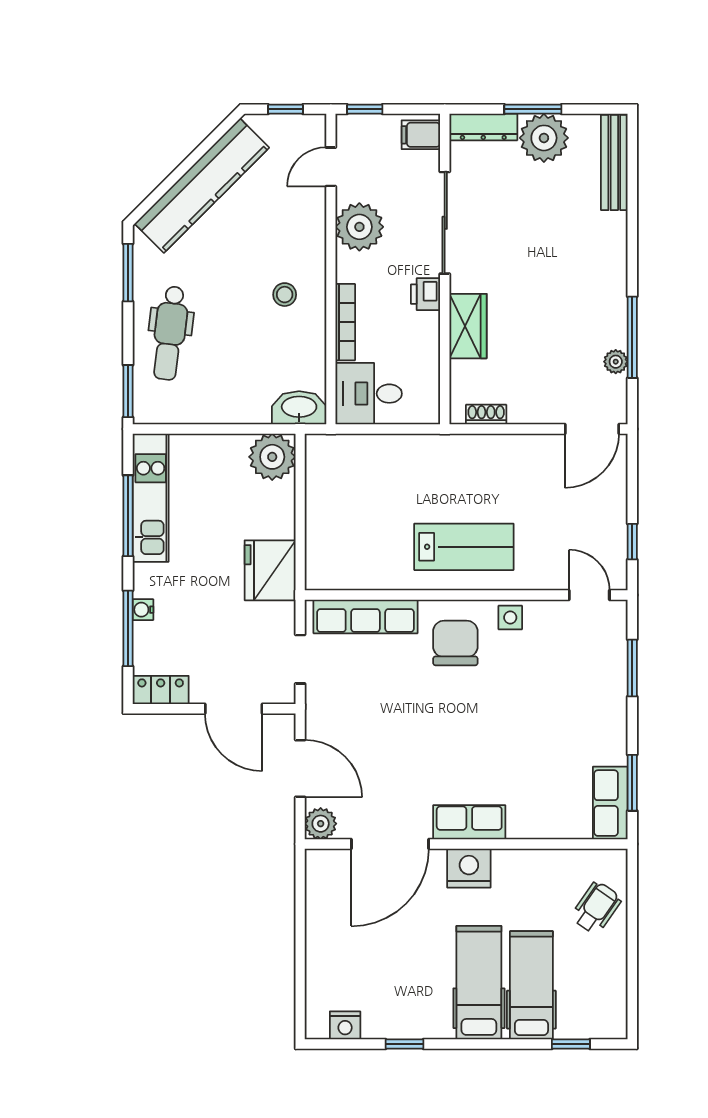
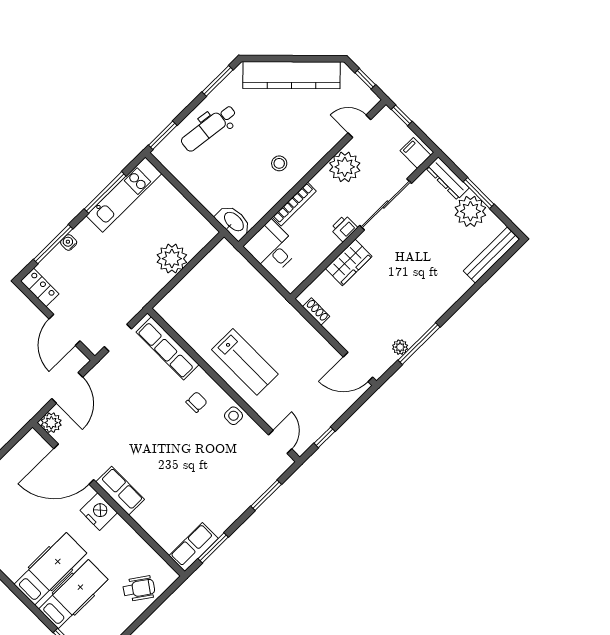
plant: (272, 457) -> (172, 259), moved
fridge: (270, 570) -> (145, 283), removed
chair: (455, 643) -> (197, 402), width x0.54, depth x0.54

